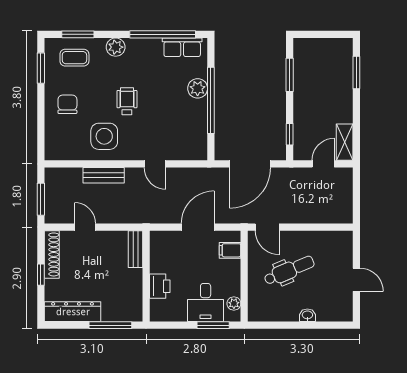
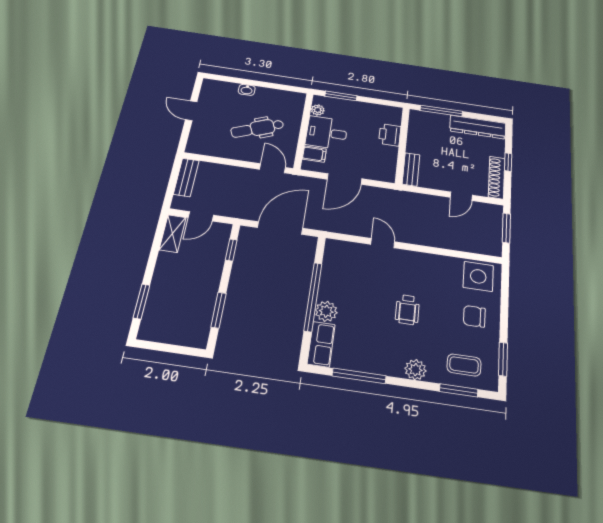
window: (163, 34) -> (359, 376), width x0.68
row of seats: (182, 47) -> (321, 344), moved, turned 90
chair: (67, 104) -> (474, 316), turned 90
side table: (104, 136) -> (478, 276), moved
bench: (104, 175) -> (186, 177), moved, turned 90
door: (85, 227) -> (461, 196), hinge flipped
desk: (206, 303) -> (327, 133), moved, turned -90

